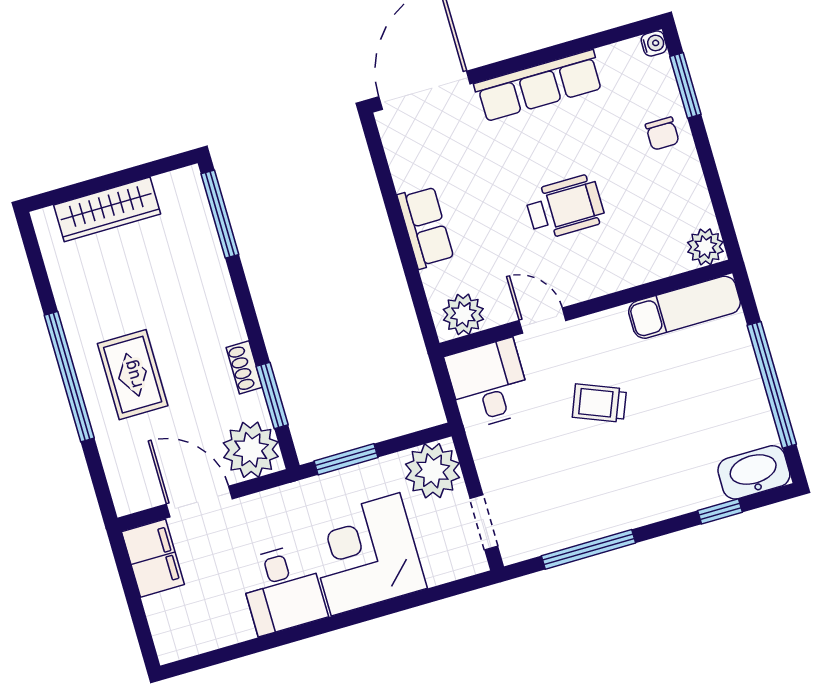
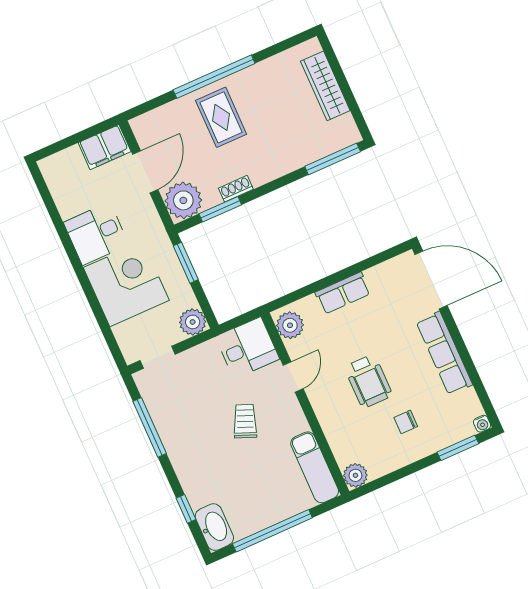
chair: (662, 134) -> (406, 422), moved
rug: (133, 375) -> (221, 117), turned 90
plant: (432, 471) -> (193, 322), width x0.73, depth x0.73

